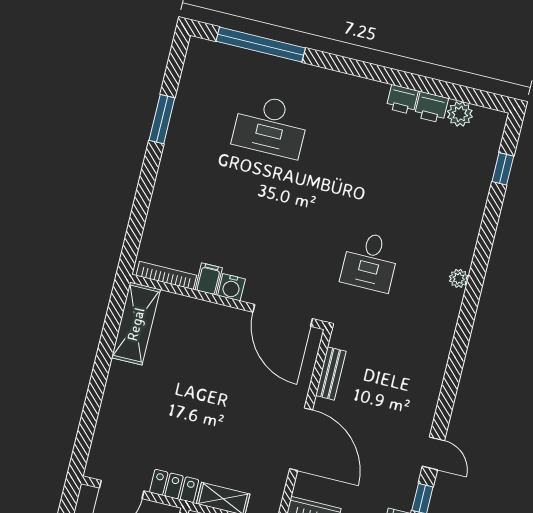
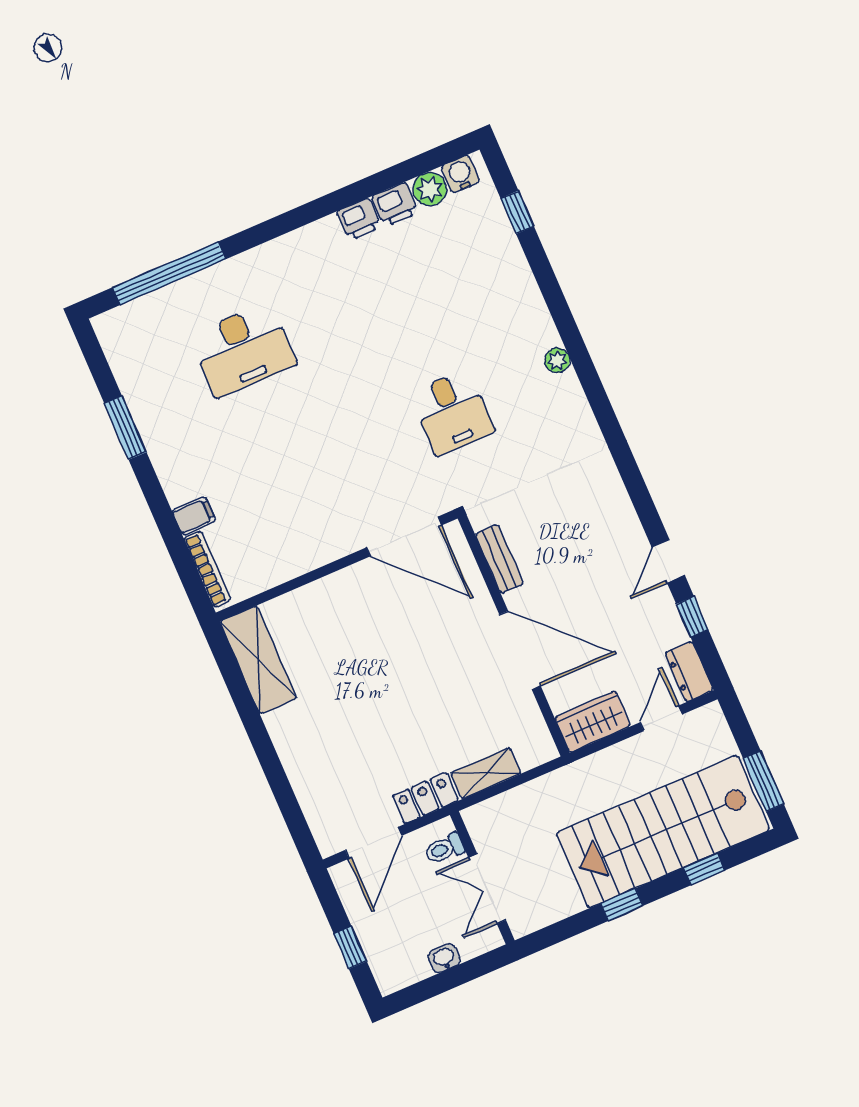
bookcase: (166, 275) -> (208, 569), moved, turned 90
filing cabinet: (209, 279) -> (194, 516), moved, turned 90
water cooler: (231, 287) -> (460, 174), moved, turned 180
door: (433, 453) -> (668, 561), swing flipped

